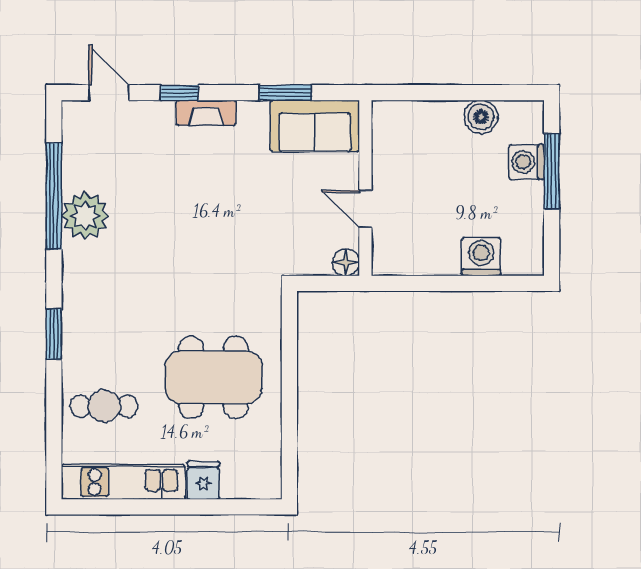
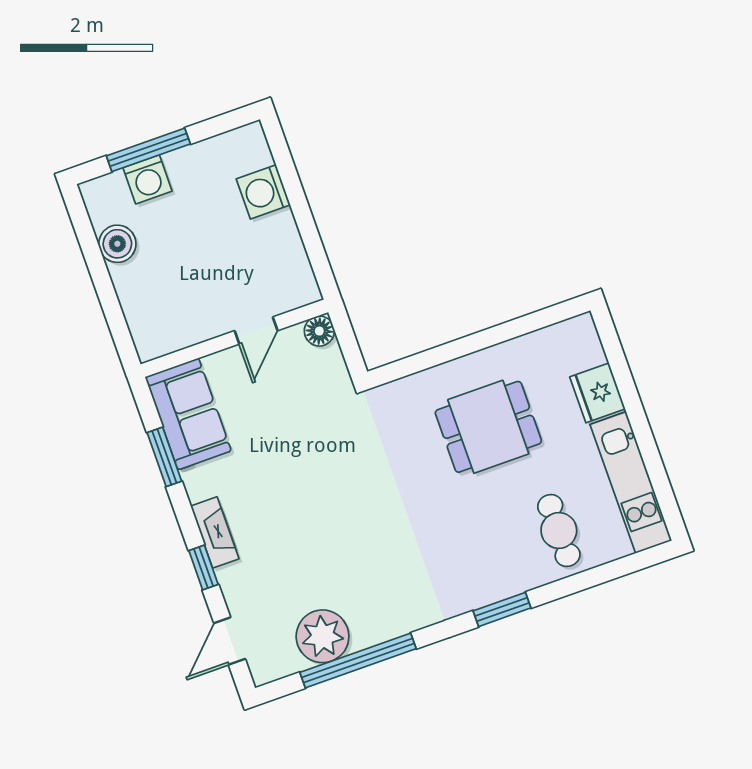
plant: (85, 216) -> (323, 636), moved
dining table: (213, 377) -> (488, 427), width x0.73
fridge: (203, 480) -> (597, 393), width x1.38

